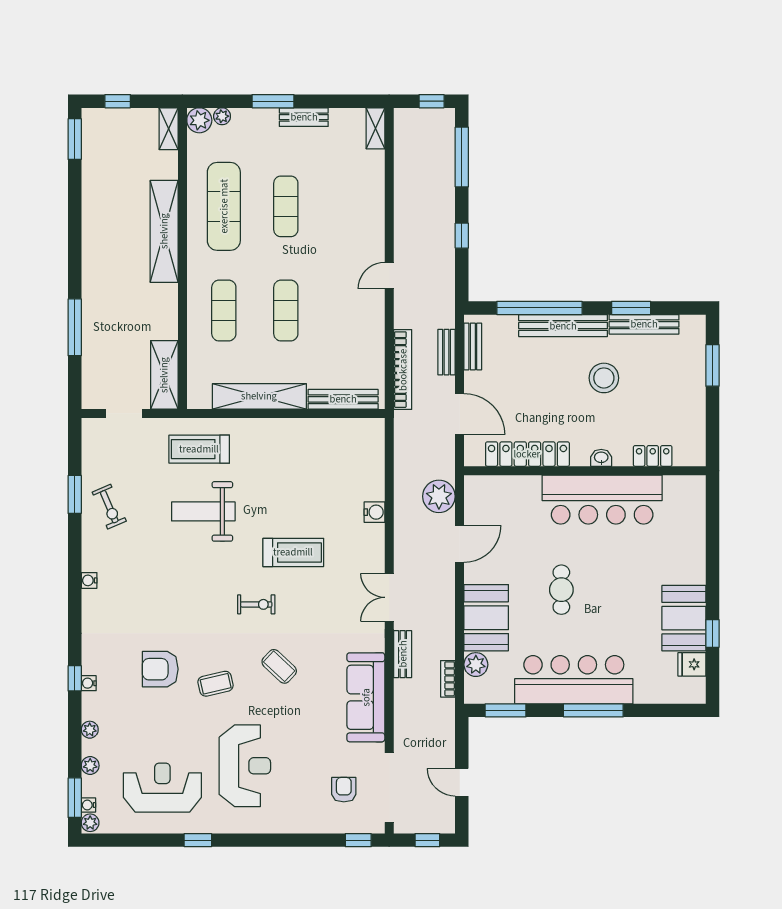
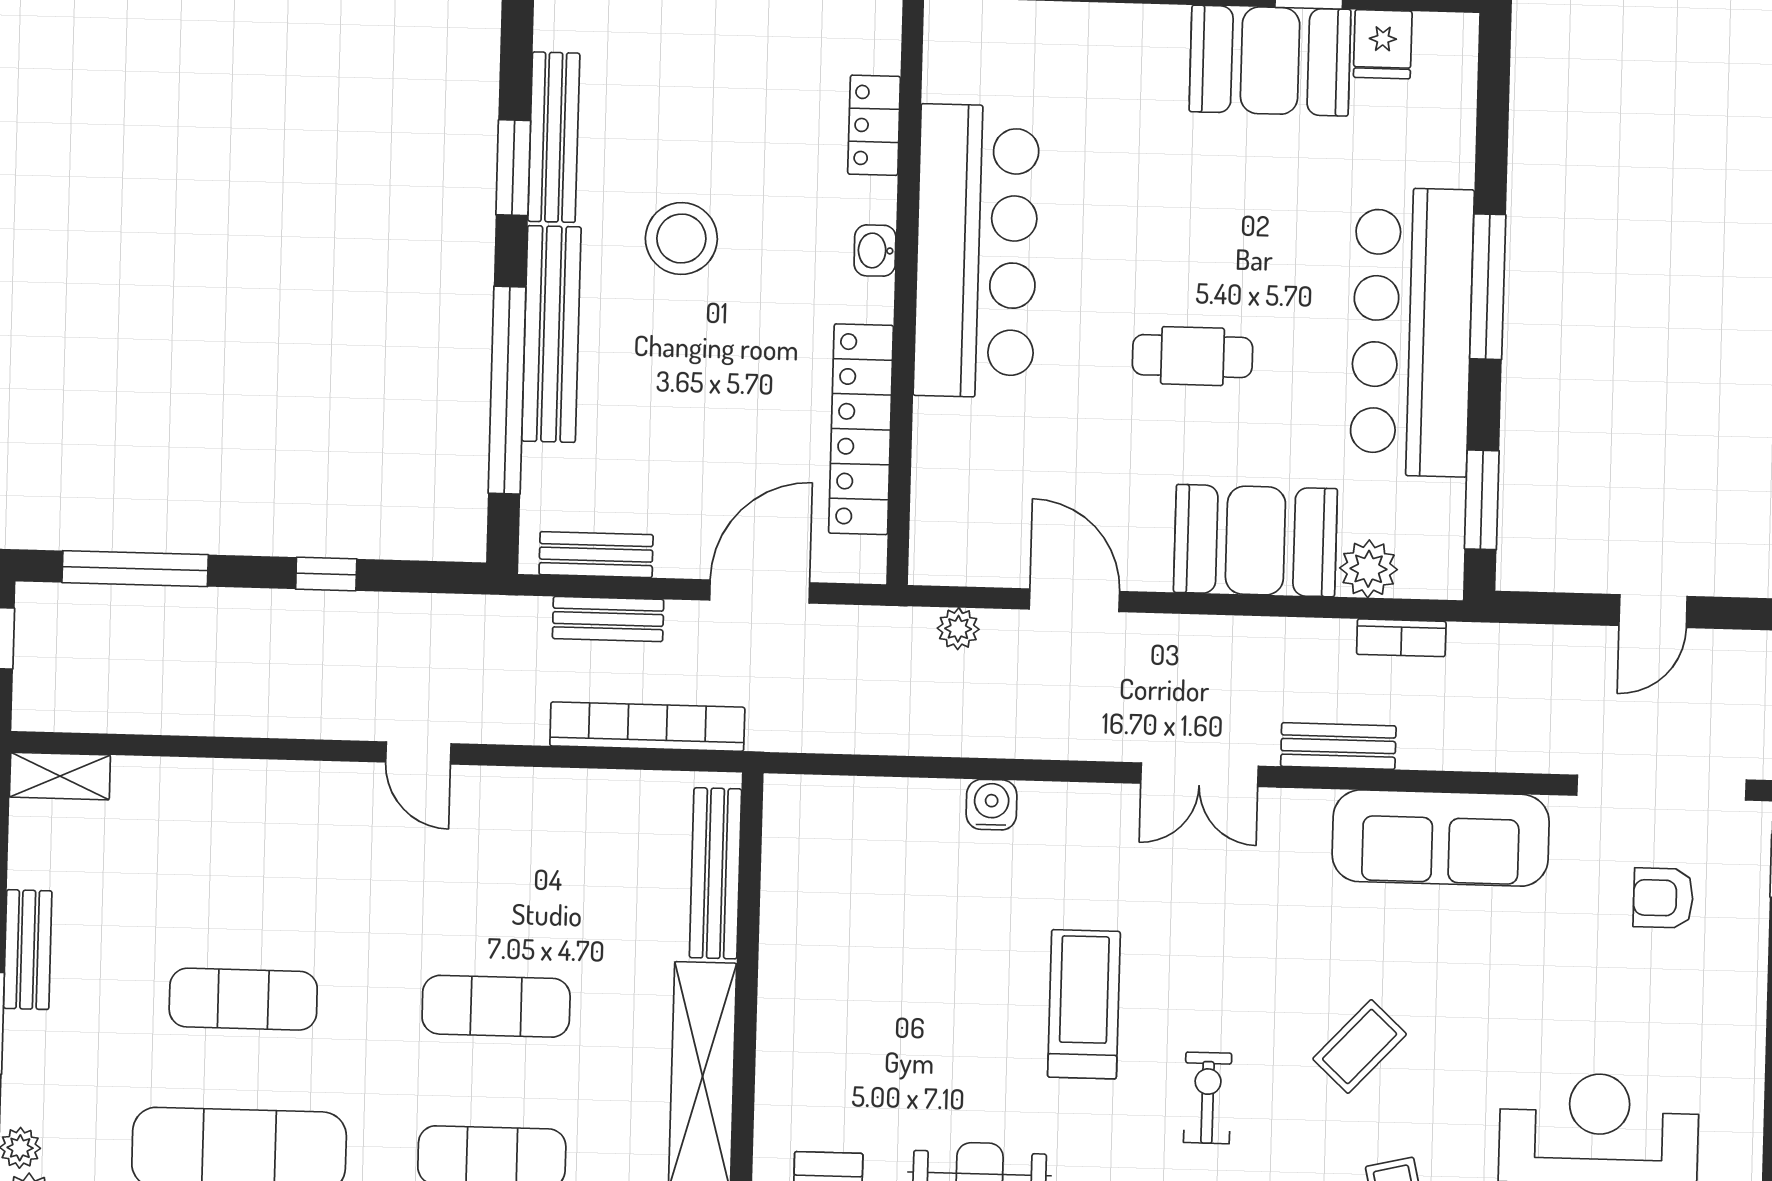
plant: (439, 496) -> (958, 629), width x0.53, depth x0.53

